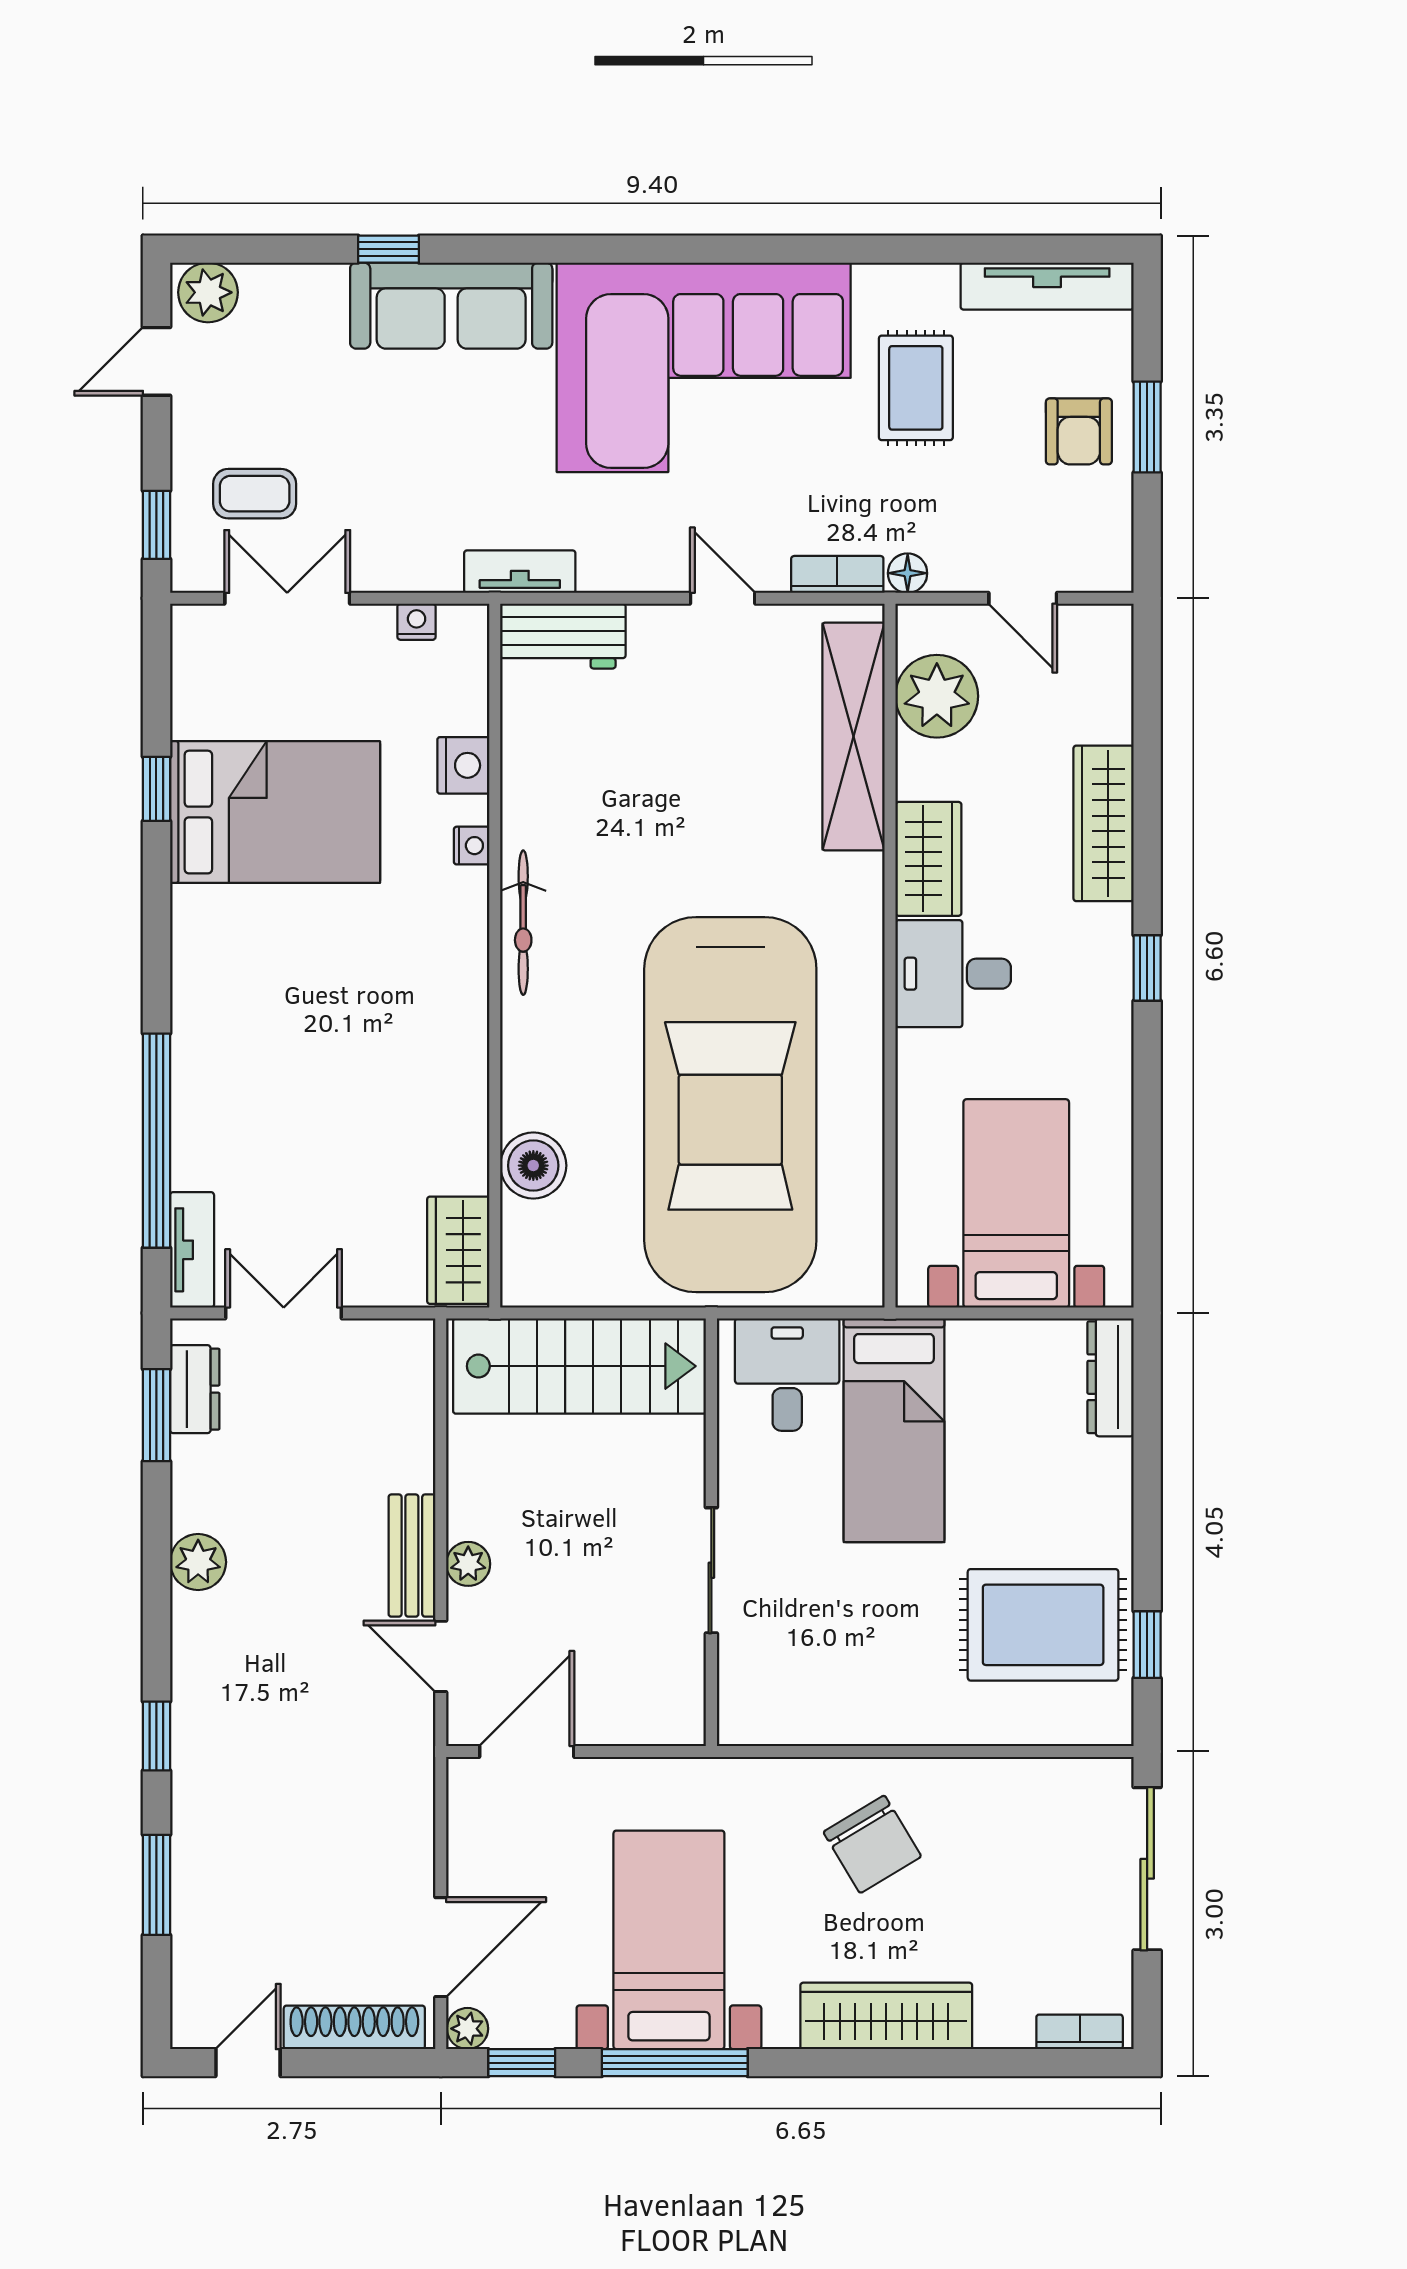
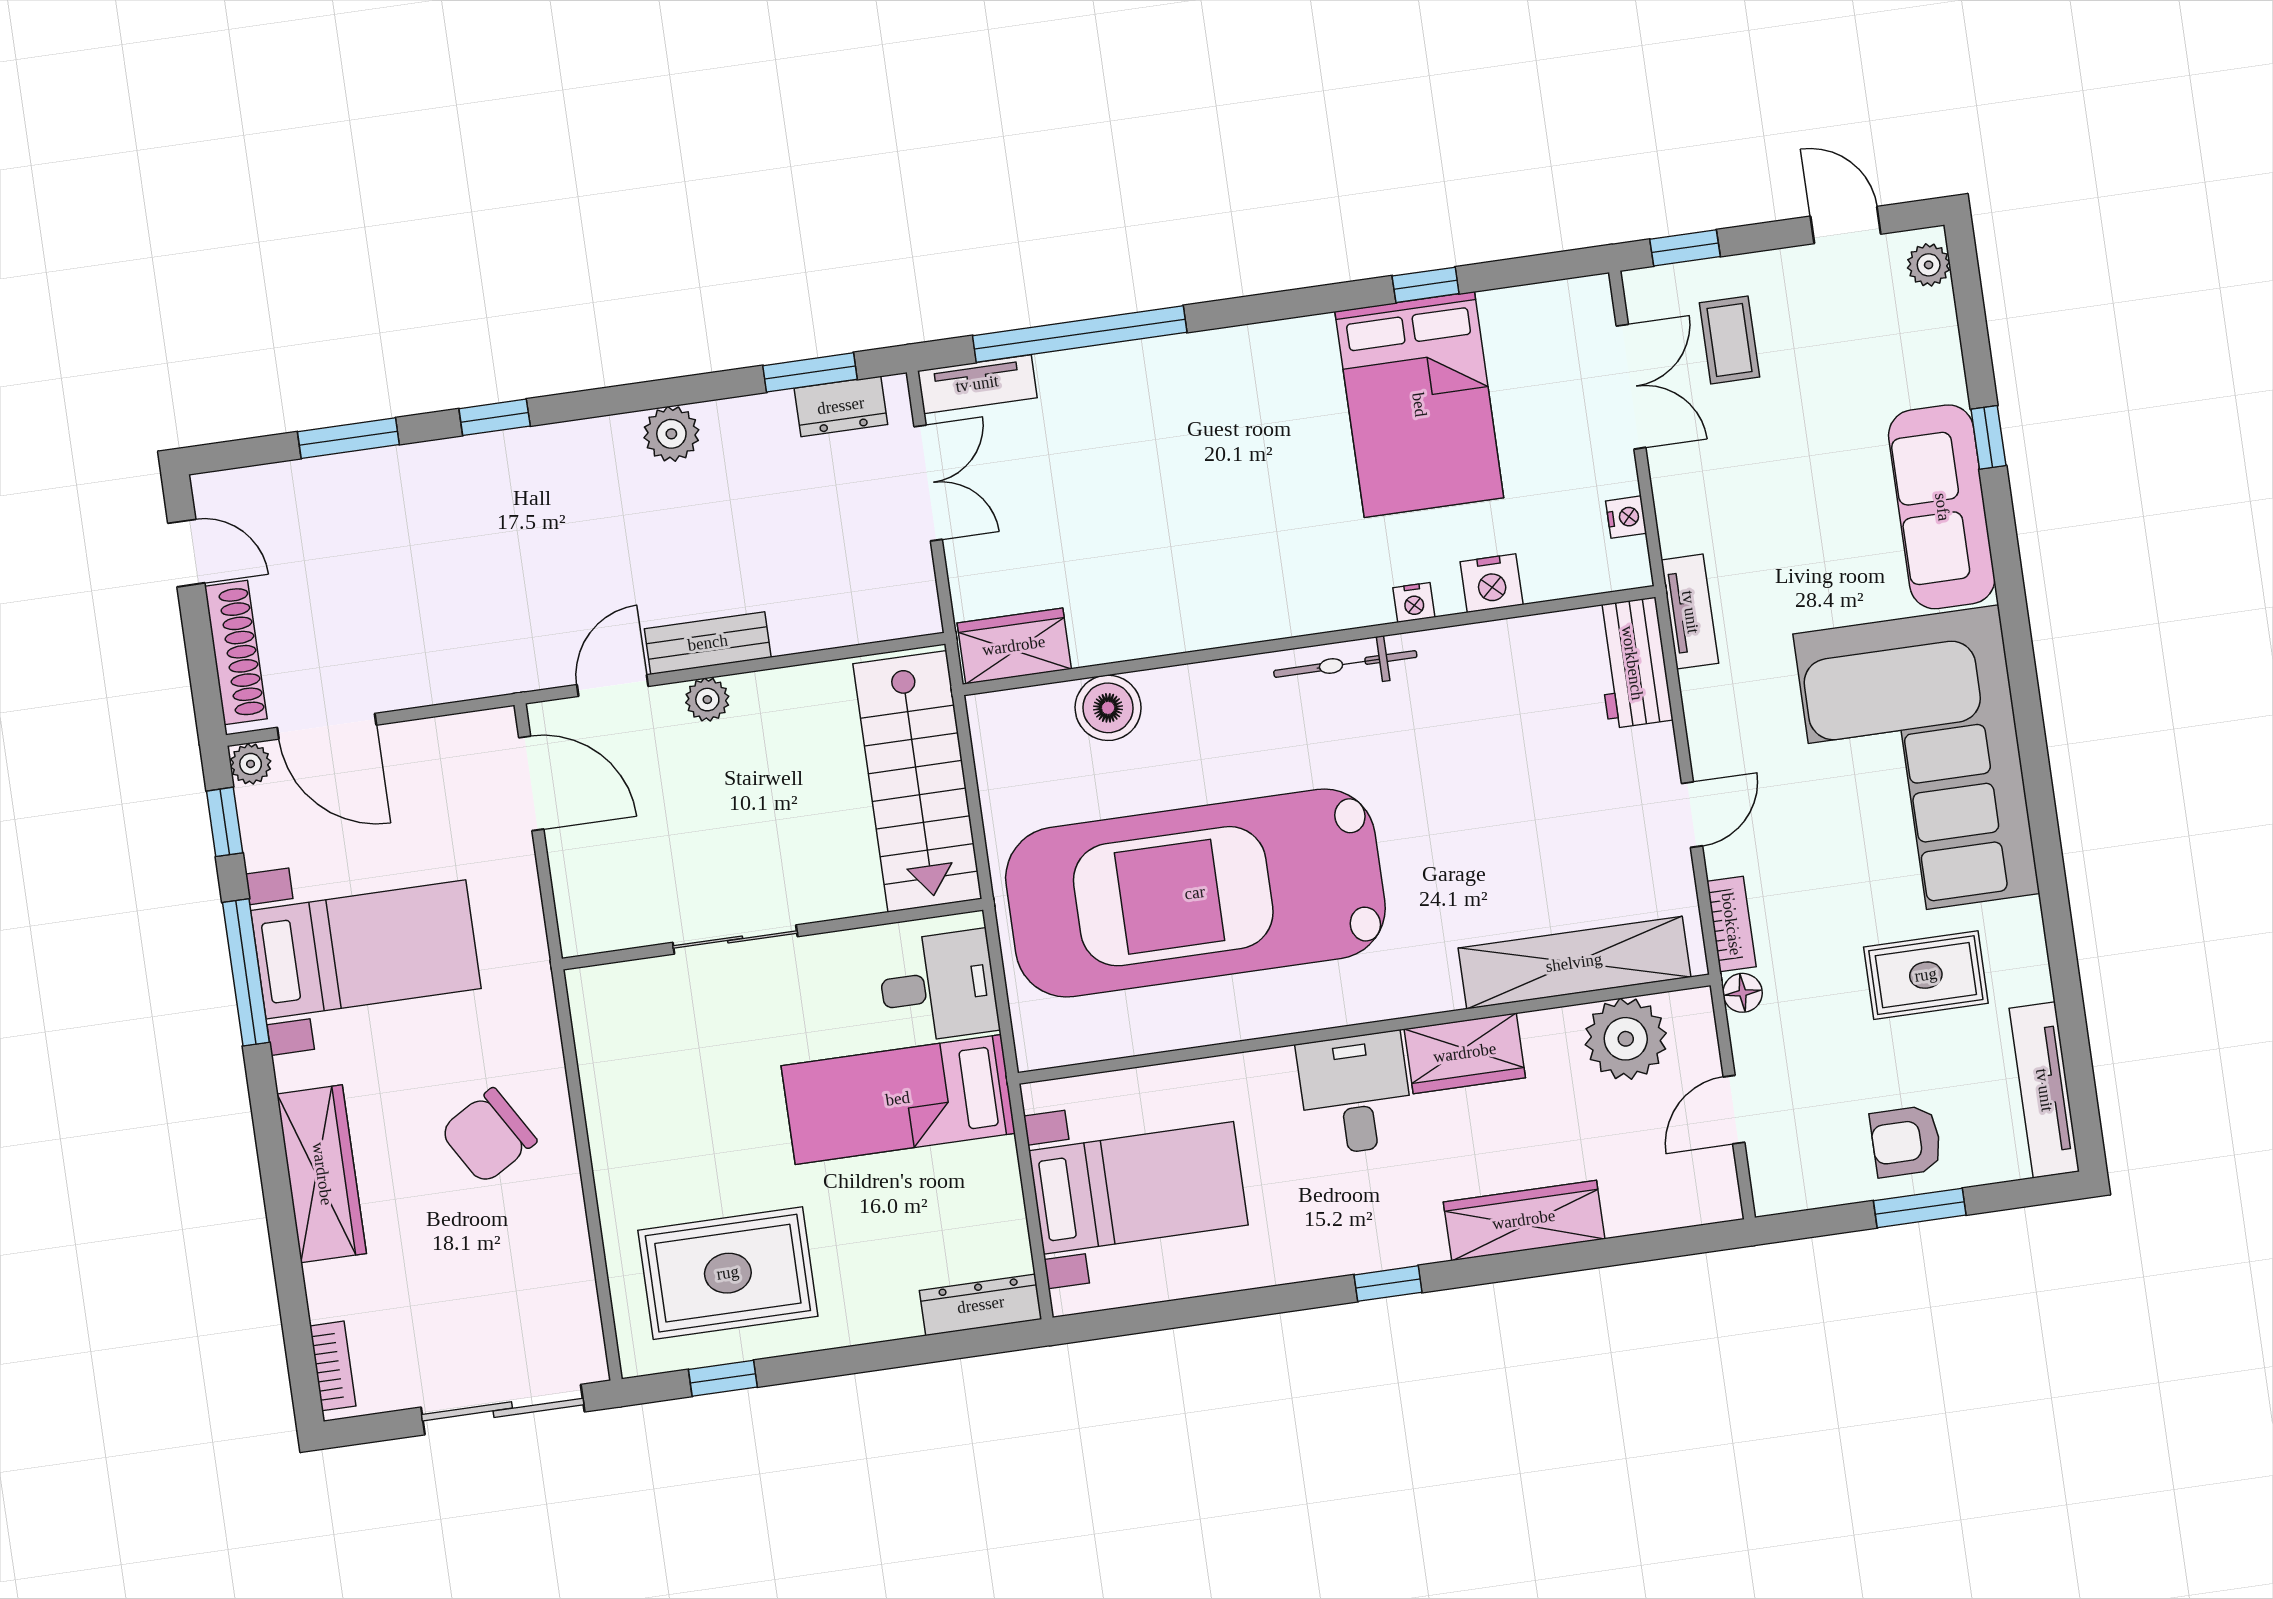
plant: (208, 292) -> (1929, 265), width x0.73, depth x0.73
rug: (1043, 1625) -> (728, 1273), turned 90

